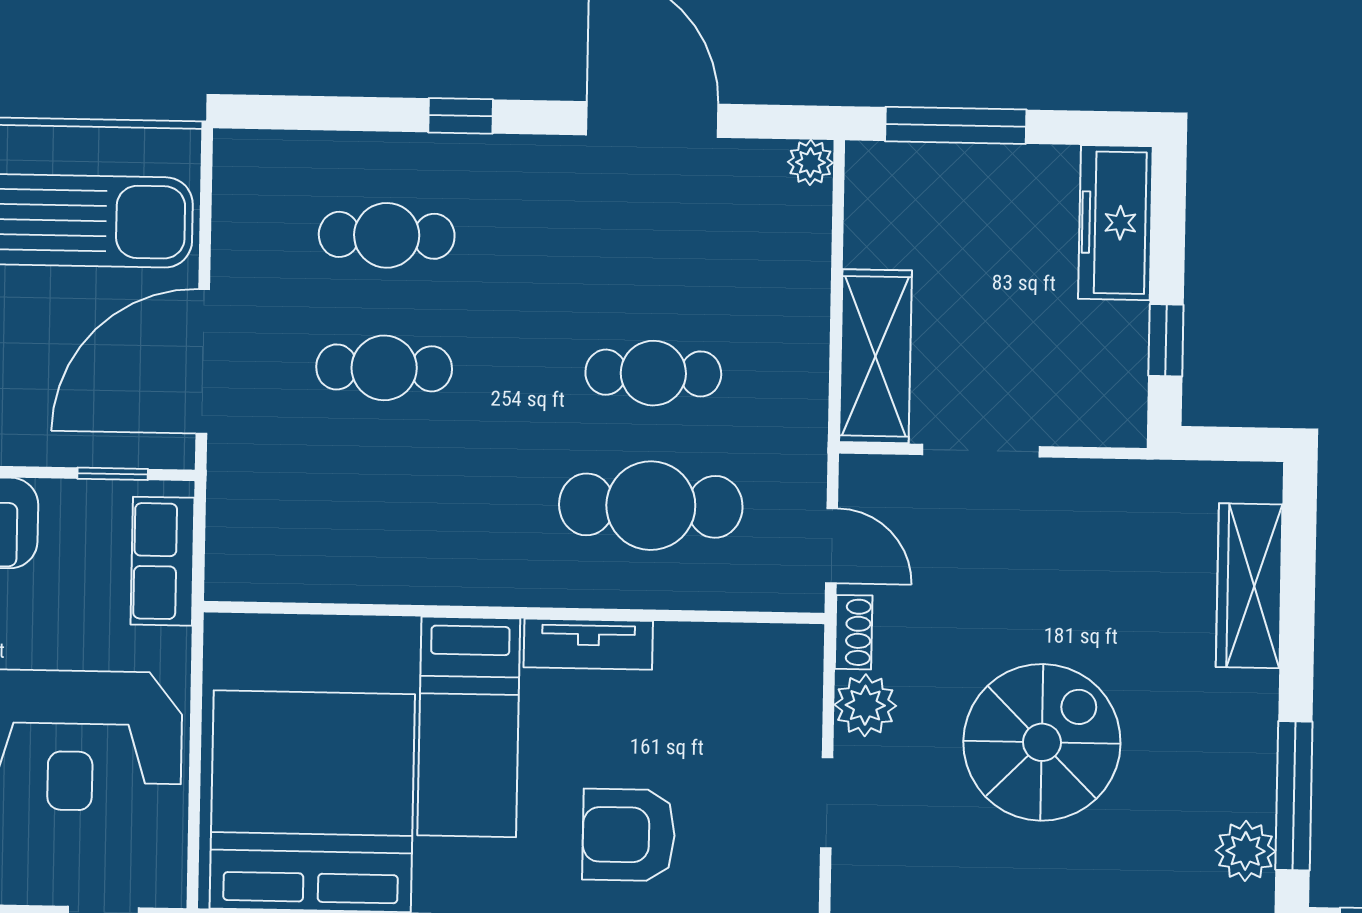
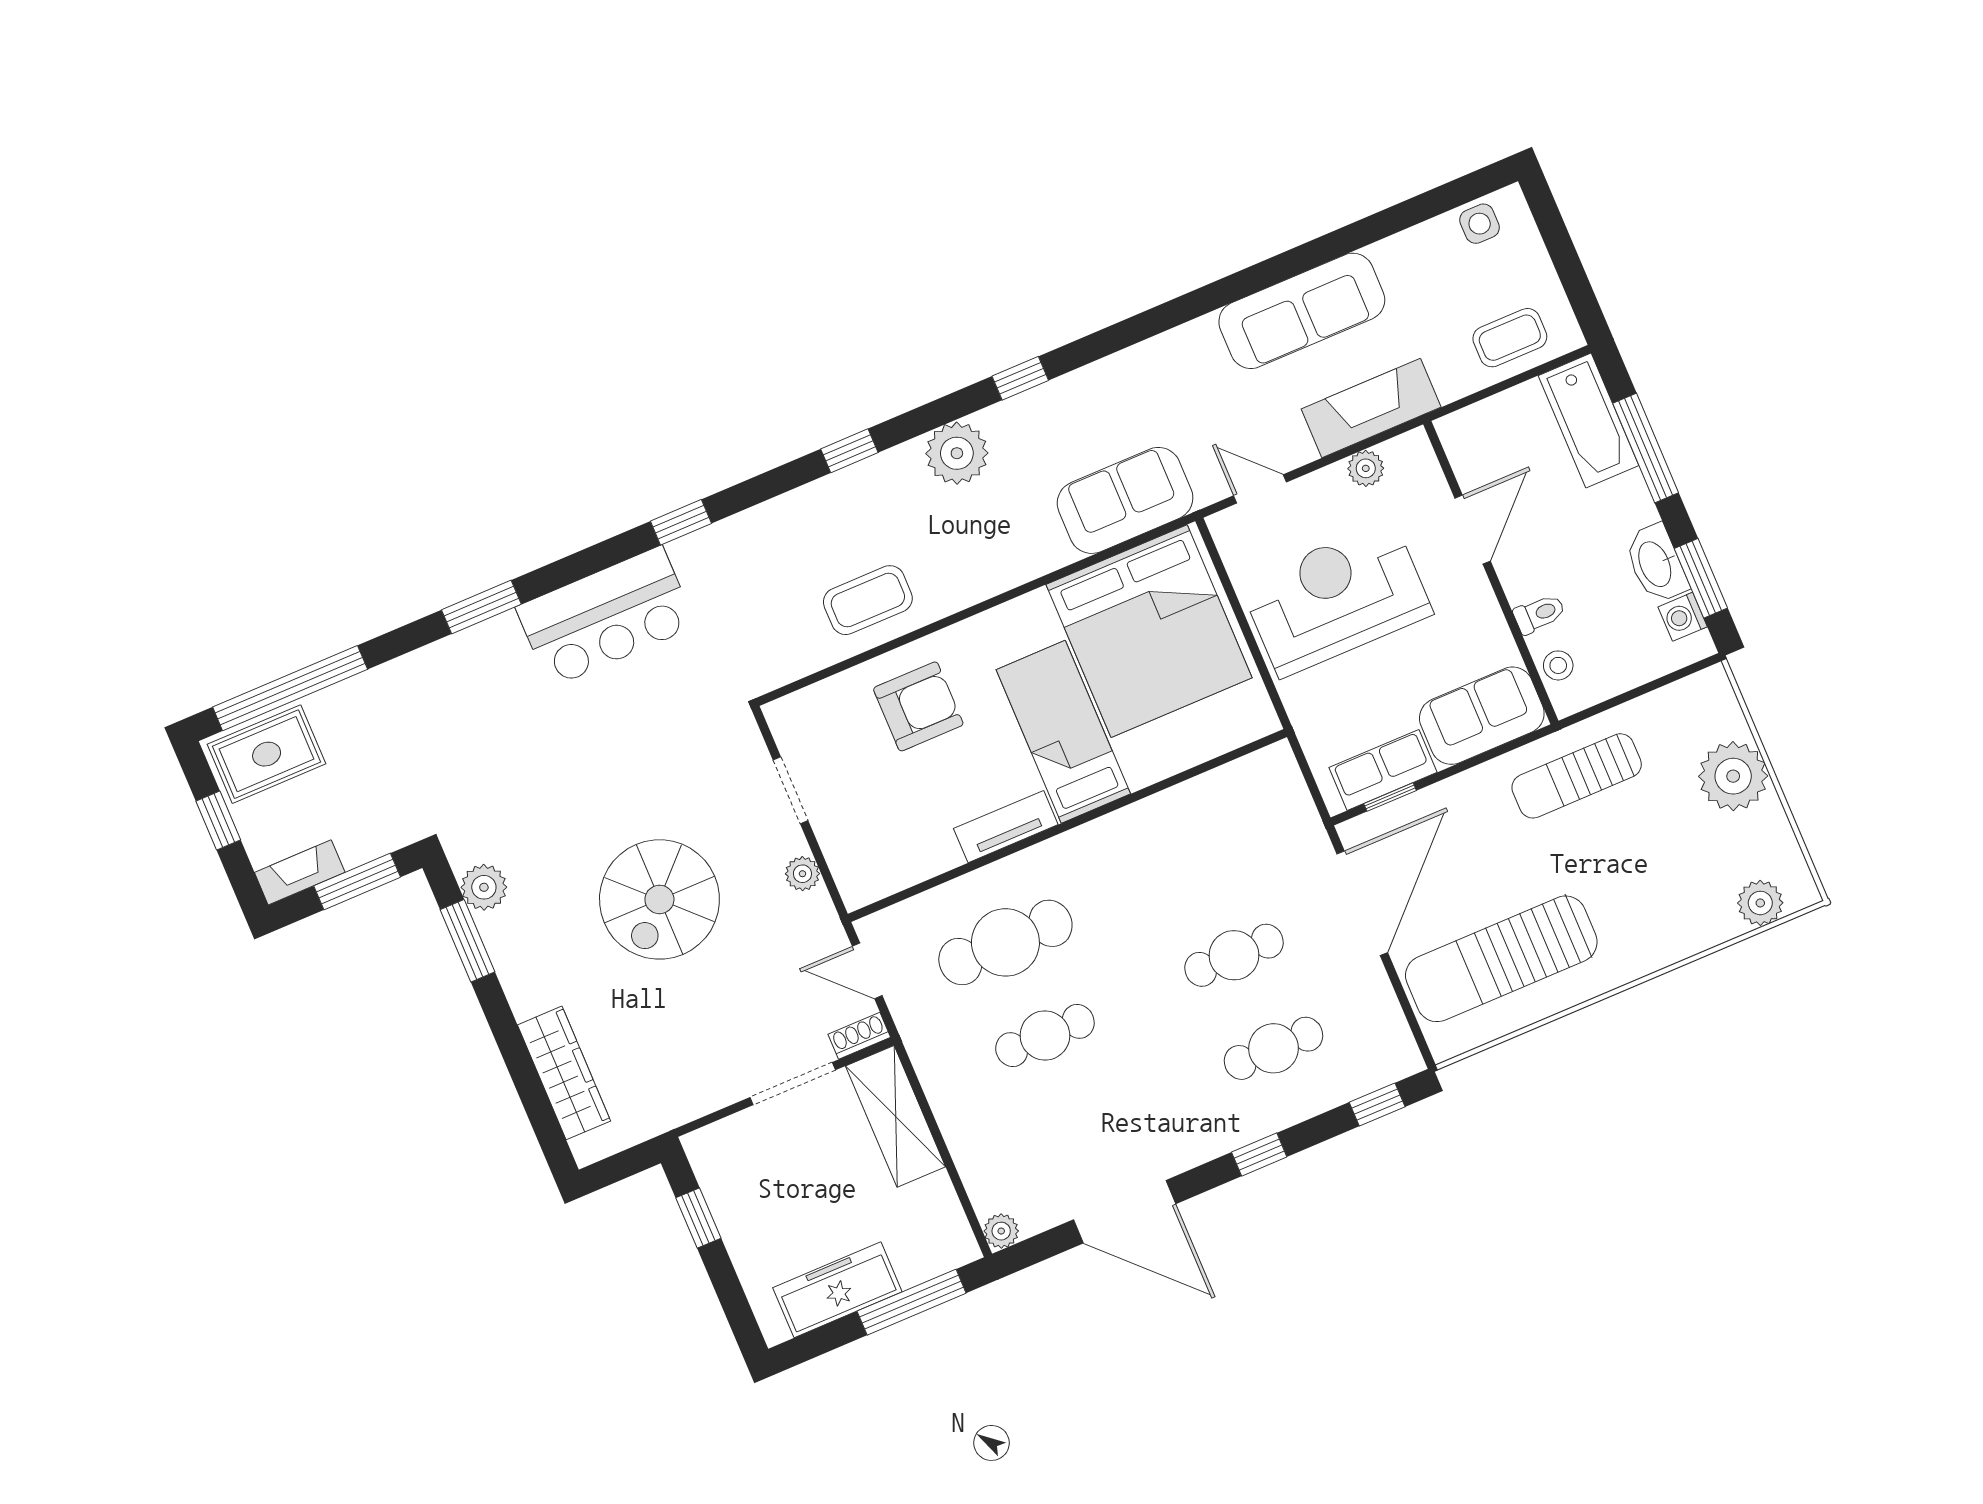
window: (293, 113) -> (1377, 1104), added
freezer: (1115, 223) -> (837, 1290), moved, turned -90
row of seats: (163, 561) -> (1383, 770), moved, turned -90
shoe rack: (854, 632) -> (859, 1036), moved, turned 90
plant: (865, 705) -> (802, 874), width x0.73, depth x0.73
window: (1294, 796) -> (467, 941), width x0.69

